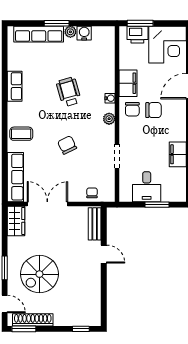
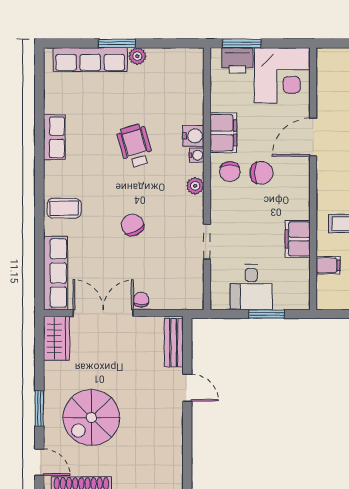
water cooler: (84, 33) -> (193, 136), moved, turned 90
chair: (92, 193) -> (141, 300), moved

